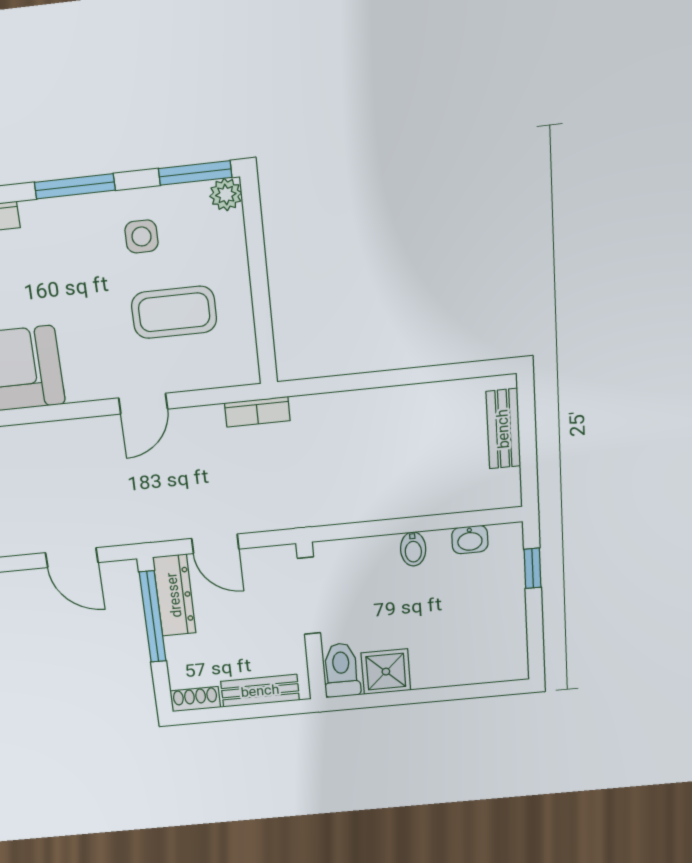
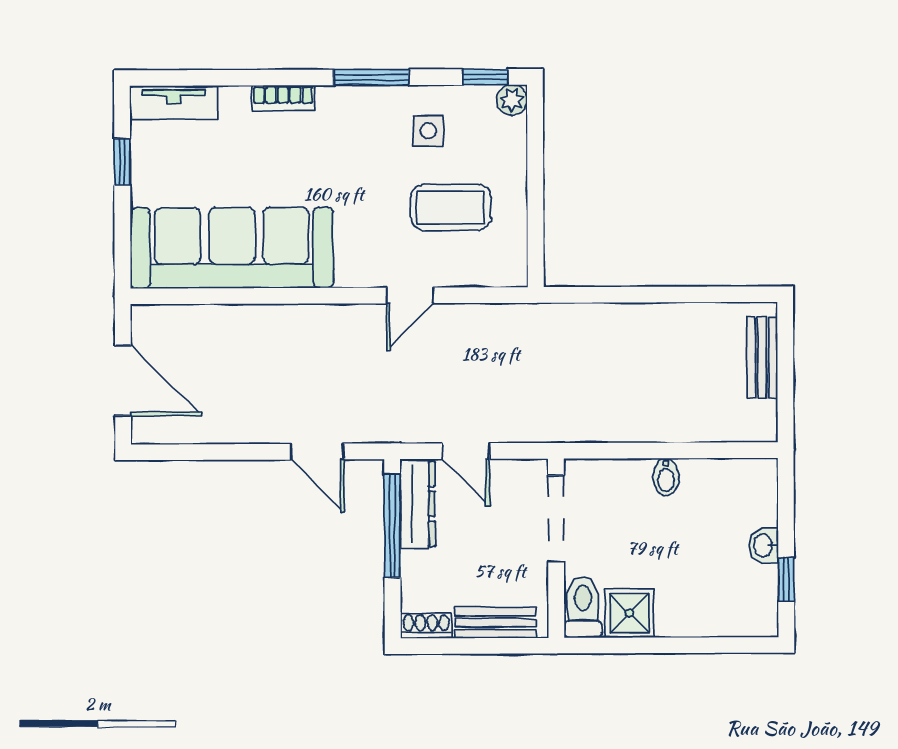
window: (195, 173) -> (485, 77), width x0.67
bookcase: (257, 412) -> (521, 315), removed
washbasin: (470, 540) -> (764, 545), moved, turned 90
window: (533, 568) -> (786, 579), moved

